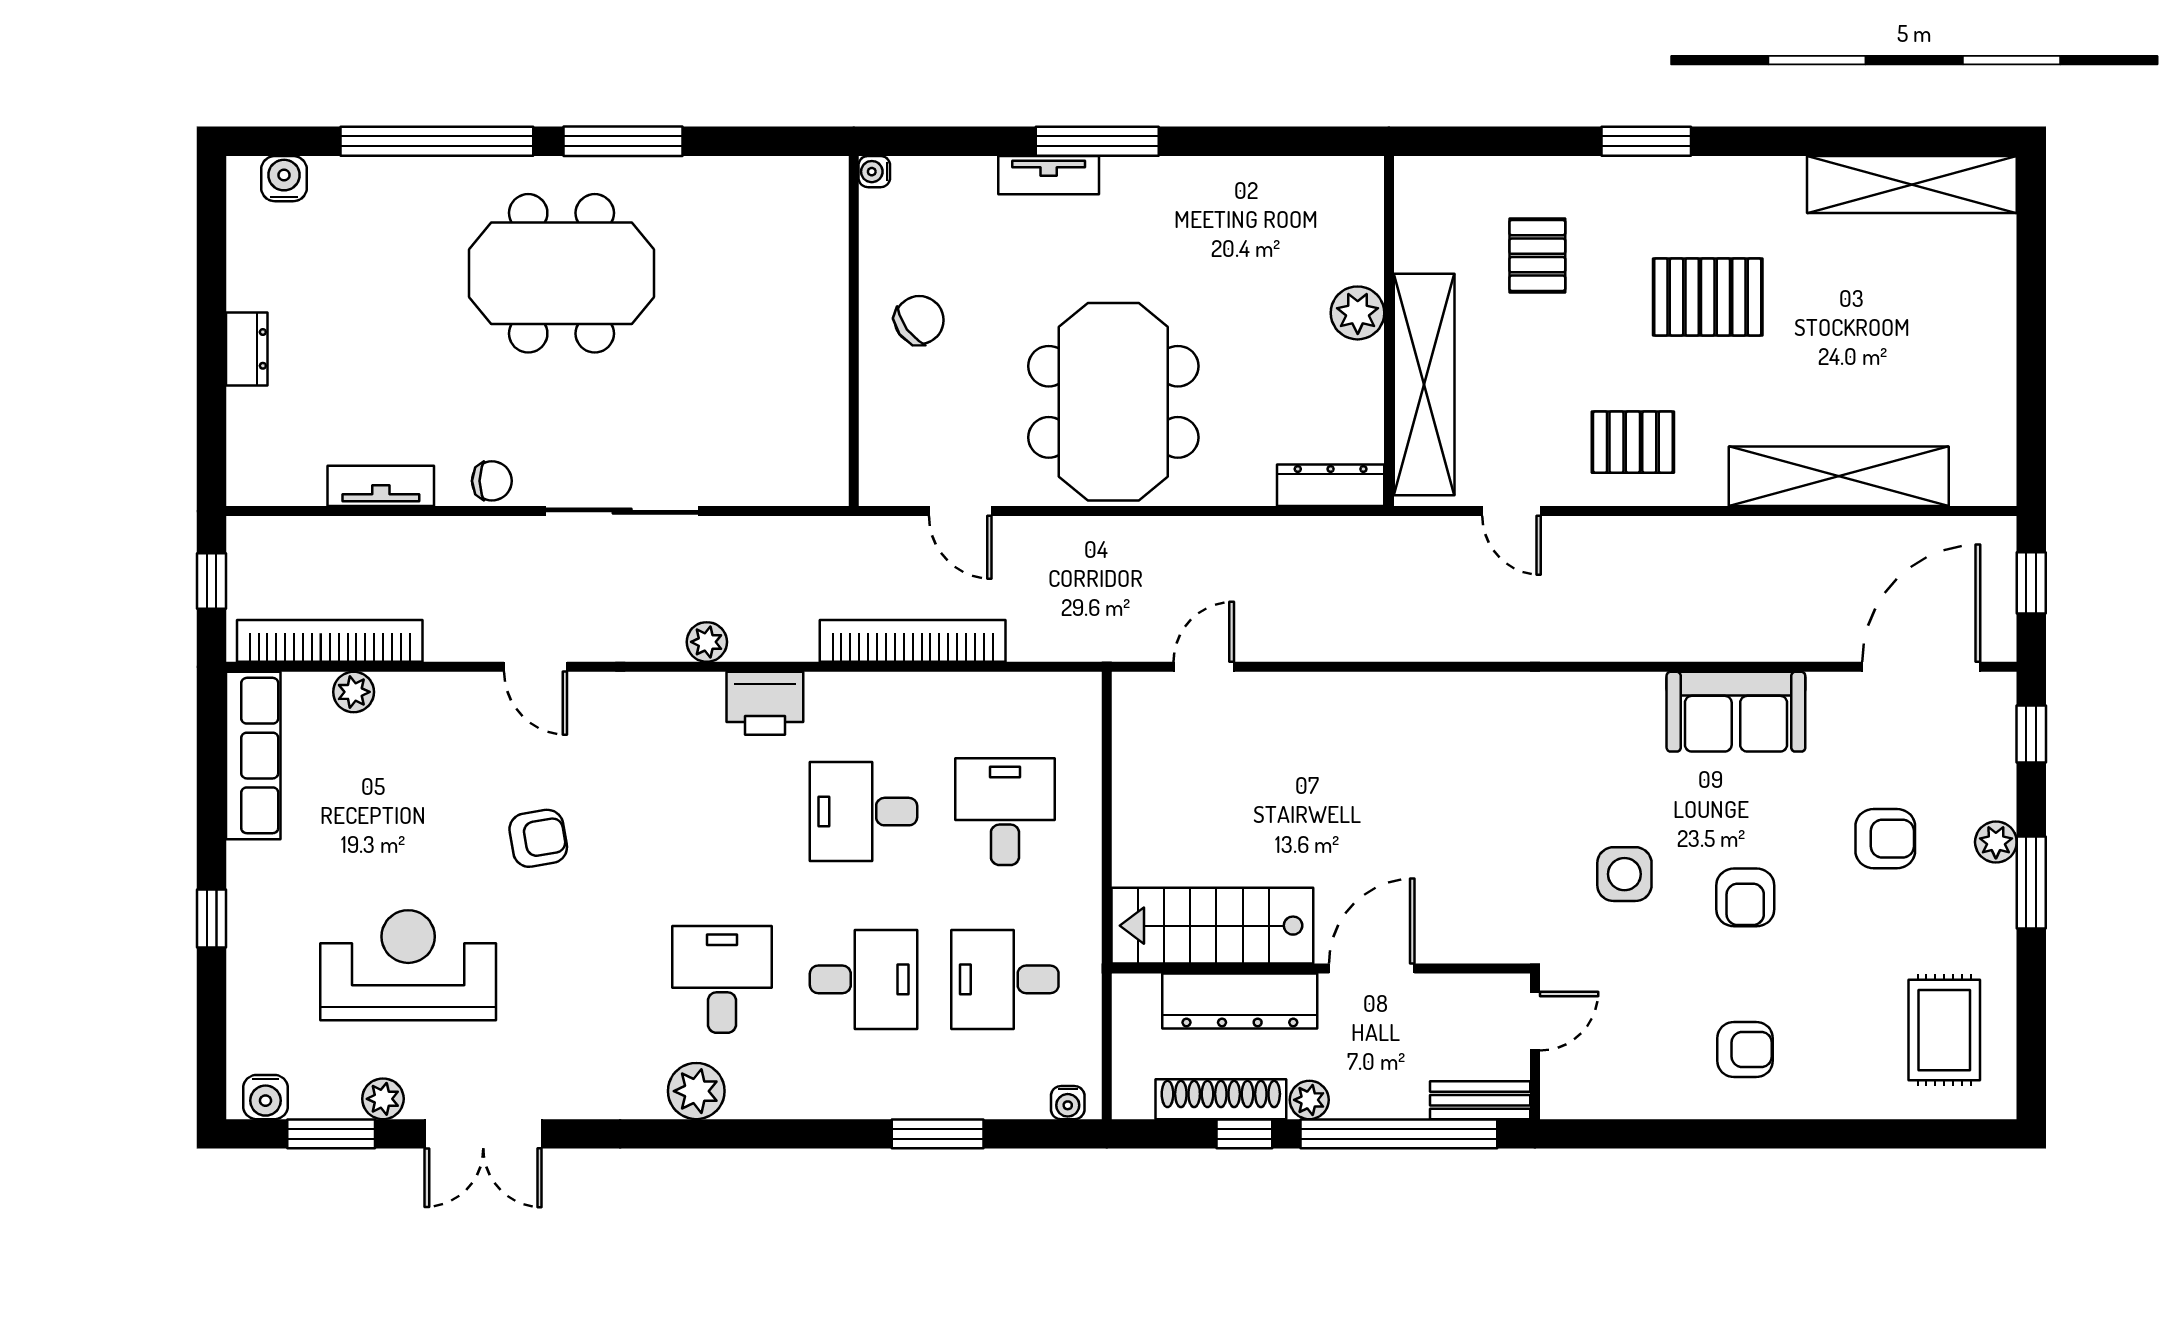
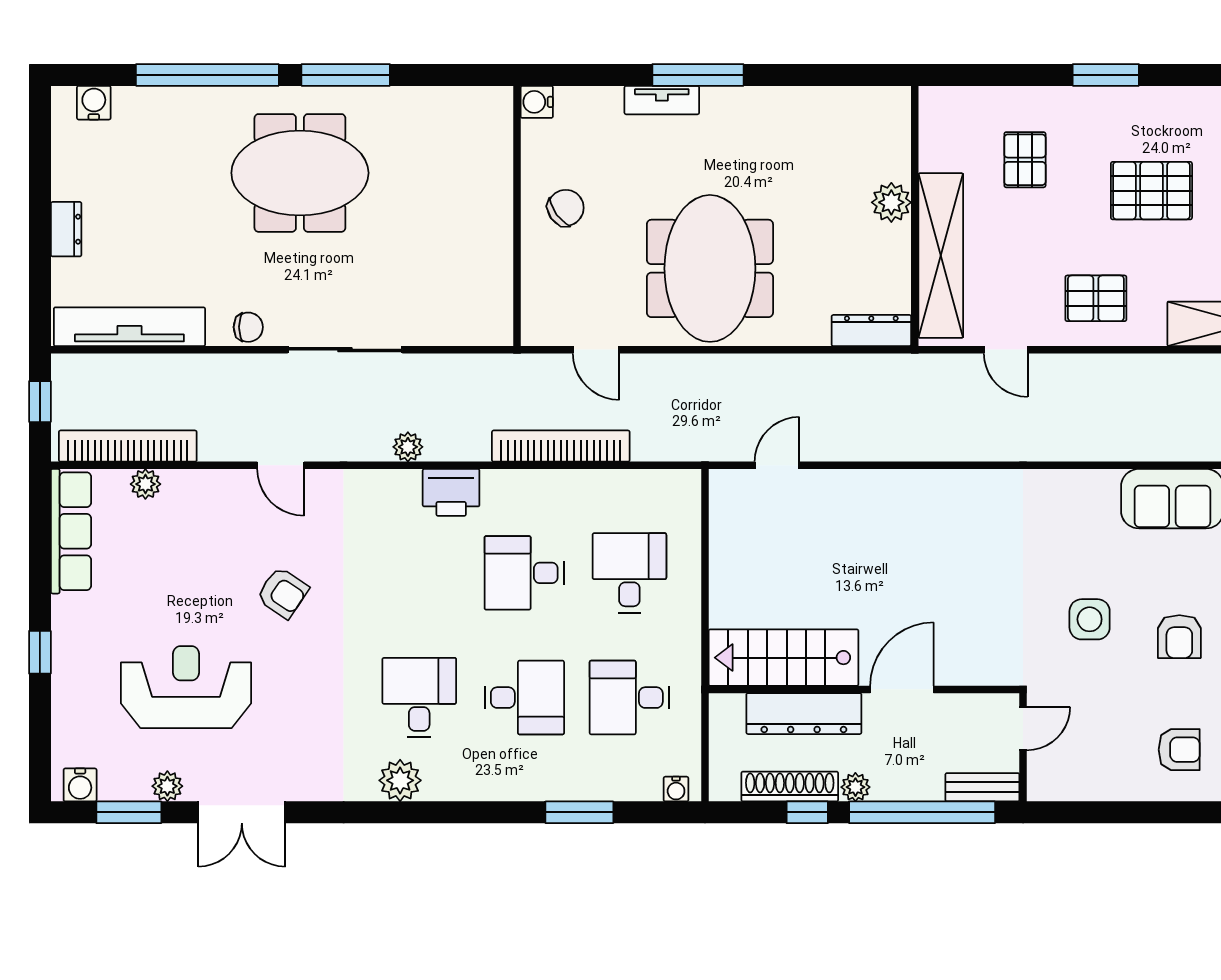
water cooler: (874, 172) -> (537, 102), width x1.38, depth x1.38
tv unit: (381, 486) -> (129, 327), width x1.92, depth x1.29
armchair: (538, 838) -> (283, 593), turned 44

